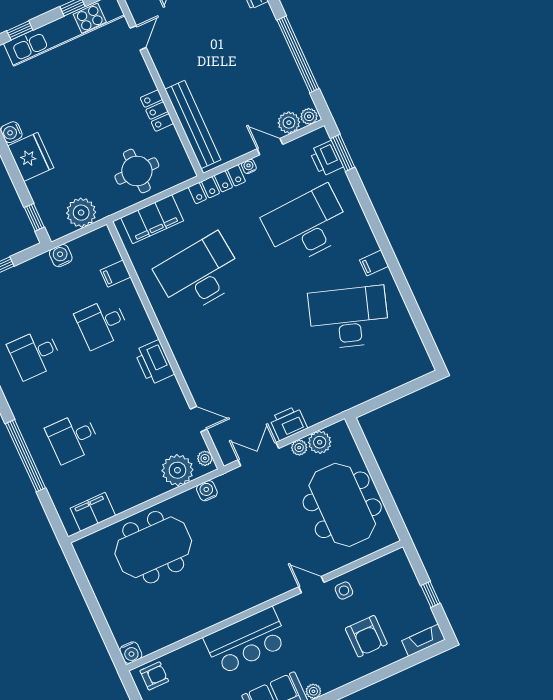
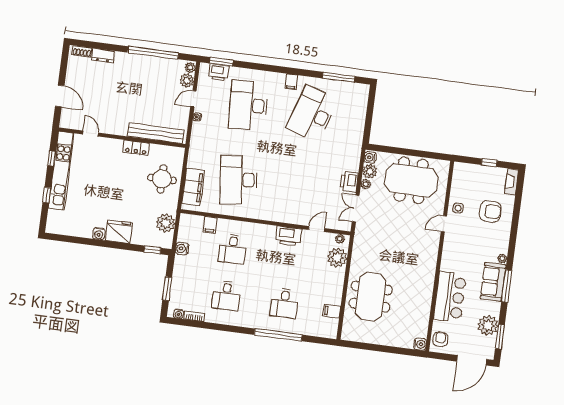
locker: (217, 184) -> (196, 140), removed
window: (420, 322) -> (339, 77), added
printer: (154, 362) -> (289, 236), moved
water cooler: (207, 491) -> (370, 157), moved
filing cabinet: (93, 512) -> (332, 311), width x0.50
bar counter: (246, 641) -> (450, 297), moved

